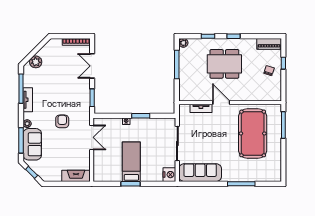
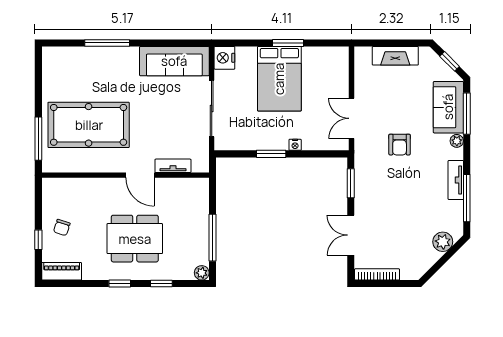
double door: (92, 66) -> (351, 235), swing flipped
pool table: (253, 133) -> (89, 125), turned 90
bed: (131, 162) -> (279, 79), width x1.50
fireplace: (76, 176) -> (395, 56), moved

